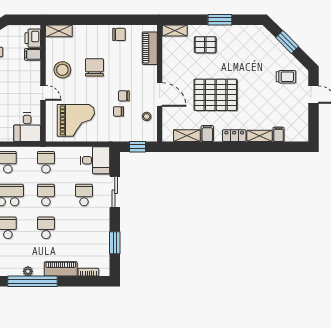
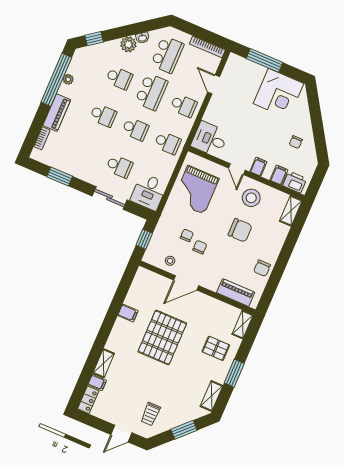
pallet: (205, 45) -> (216, 348), turned 90
filing cabinet: (33, 75) -> (258, 167), added
door: (43, 93) -> (237, 169), hinge flipped
shelving: (187, 136) -> (212, 396), moved
locker: (234, 136) -> (88, 400), moved

